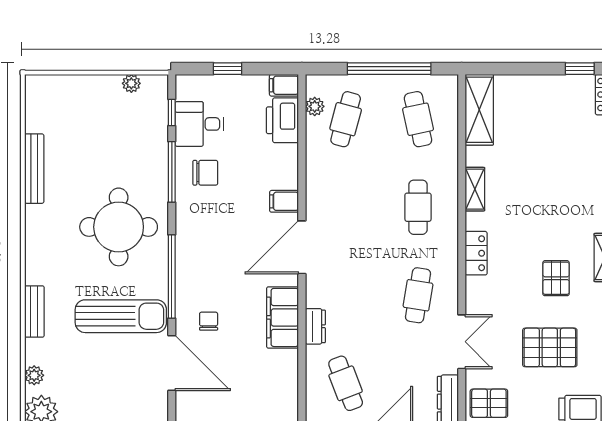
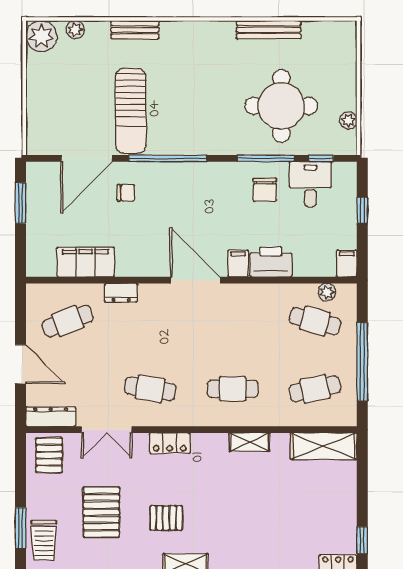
printer: (282, 120) -> (271, 262), moved
round table: (119, 227) -> (281, 106), moved
locker: (476, 253) -> (170, 443), moved
filing cabinet: (283, 317) -> (86, 262), moved

